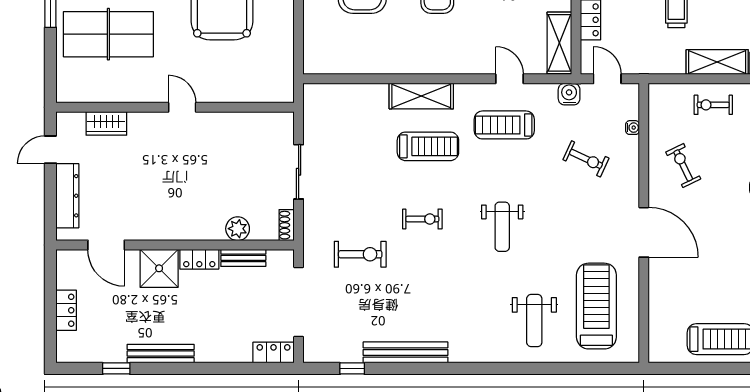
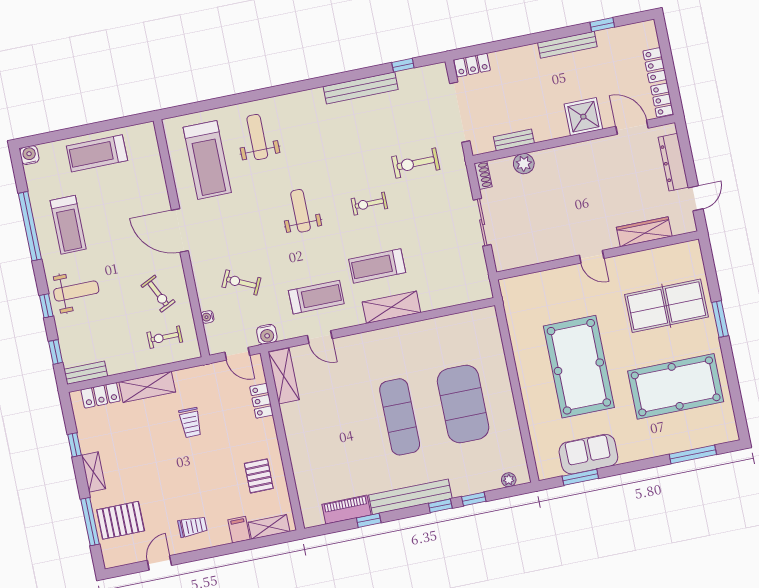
exercise bike: (713, 105) -> (165, 337), moved, turned 180
wardrobe: (106, 123) -> (644, 232), width x1.50
locker: (199, 259) -> (662, 100), moved, turned -90

